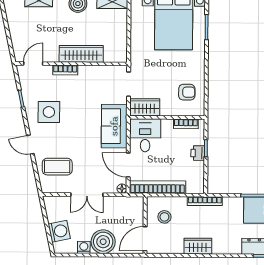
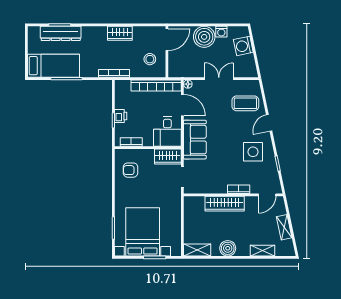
shelving: (14, 27) -> (284, 227), added
door: (30, 145) -> (269, 123), swing flipped

